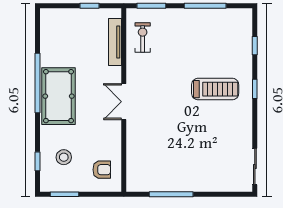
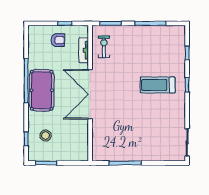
tv unit: (115, 42) -> (84, 50), width x0.71
treadmill: (215, 89) -> (158, 85), turned 180
double door: (124, 102) -> (90, 94), width x1.87
armchair: (102, 170) -> (58, 40), moved

